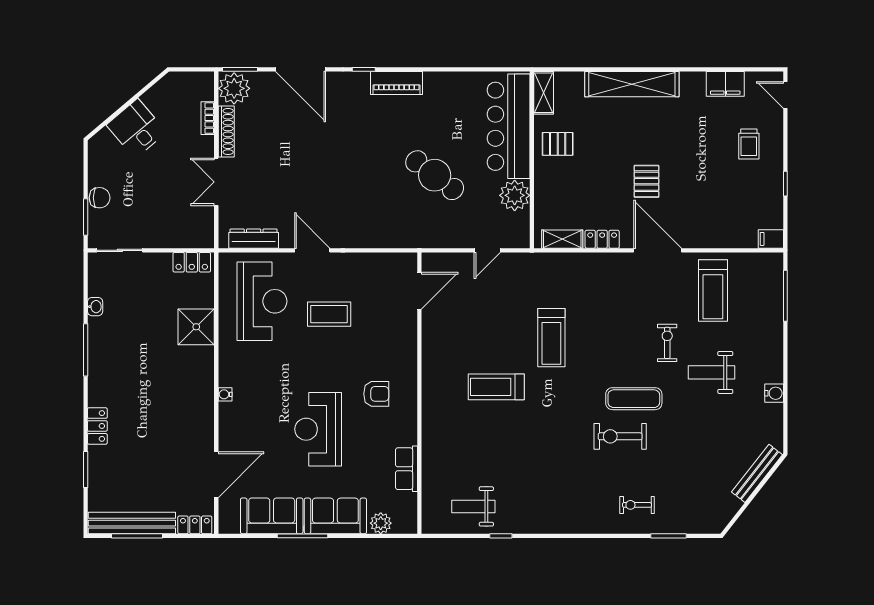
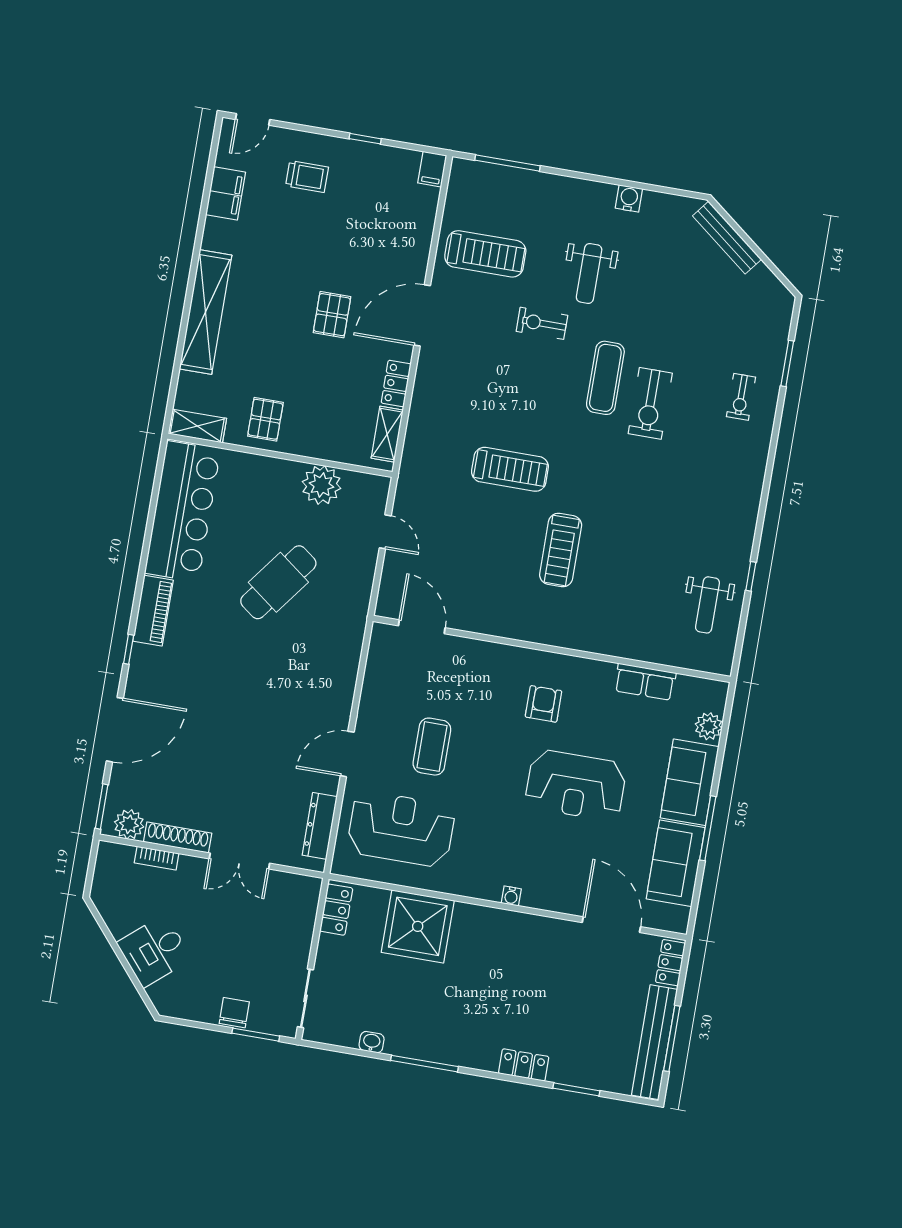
plant: (234, 88) -> (129, 824), width x0.73, depth x0.73
bar counter: (509, 126) -> (183, 511), moved, turned -90
pallet: (646, 181) -> (332, 315), turned 90
shower: (196, 327) -> (418, 926), width x1.37, depth x1.37

